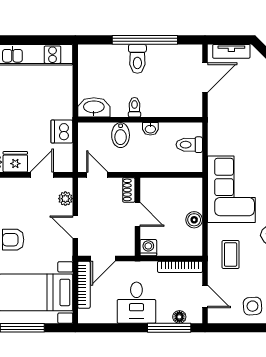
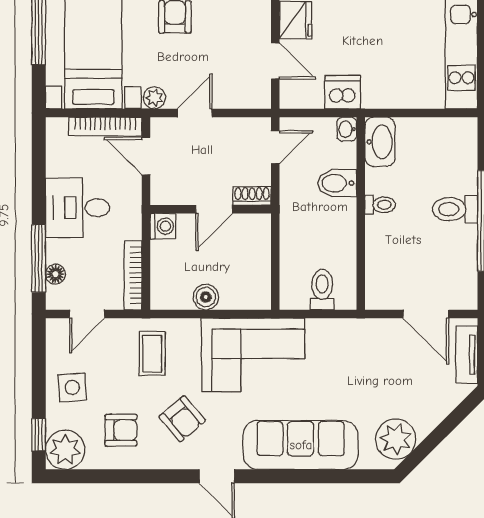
washbasin: (150, 129) -> (347, 129), moved
plant: (65, 199) -> (154, 98), moved
coffee table: (231, 254) -> (152, 354), turned 90

